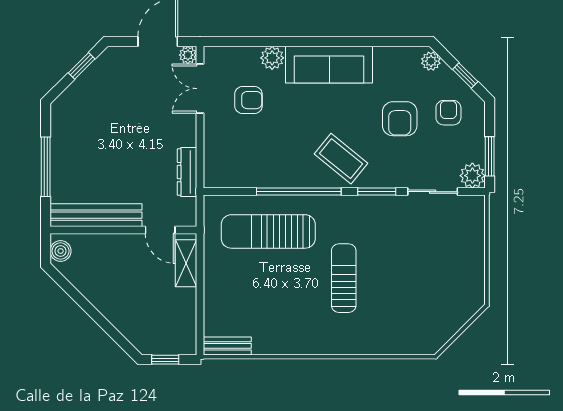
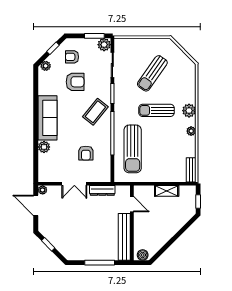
double door: (200, 89) -> (74, 184), moved
armchair: (248, 100) -> (86, 153), moved, turned 180
door: (160, 230) -> (132, 204), hinge flipped
shelving: (186, 263) -> (167, 191), moved
sun lounger: (416, 270) -> (152, 73), added
plant: (343, 342) -> (189, 111), added
plant: (303, 346) -> (191, 131), added

